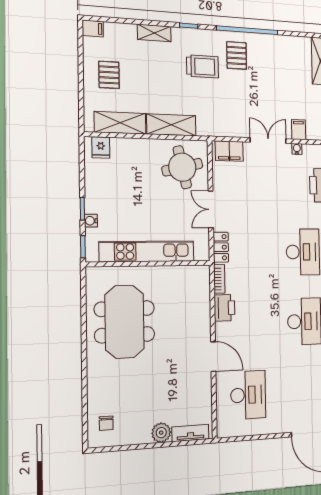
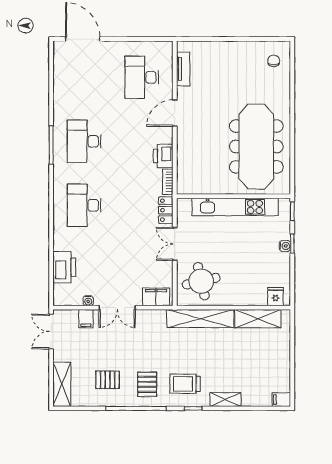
trolley: (203, 66) -> (185, 384), moved
pallet: (109, 75) -> (108, 380), moved, turned 90
shelving: (171, 125) -> (200, 319), width x1.47
double door: (211, 209) -> (175, 244), swing flipped
water cooler: (91, 221) -> (285, 246), moved
meeting table: (125, 322) -> (256, 146), width x1.36
door: (213, 357) -> (175, 113), hinge flipped
plant: (161, 433) -> (225, 50), removed
tv unit: (190, 433) -> (183, 69), moved, turned -90

